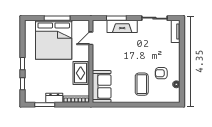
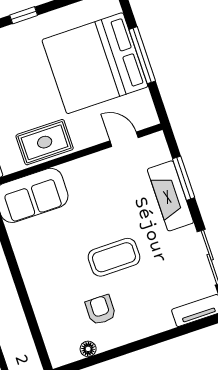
coffee table: (142, 84) -> (114, 257), moved

